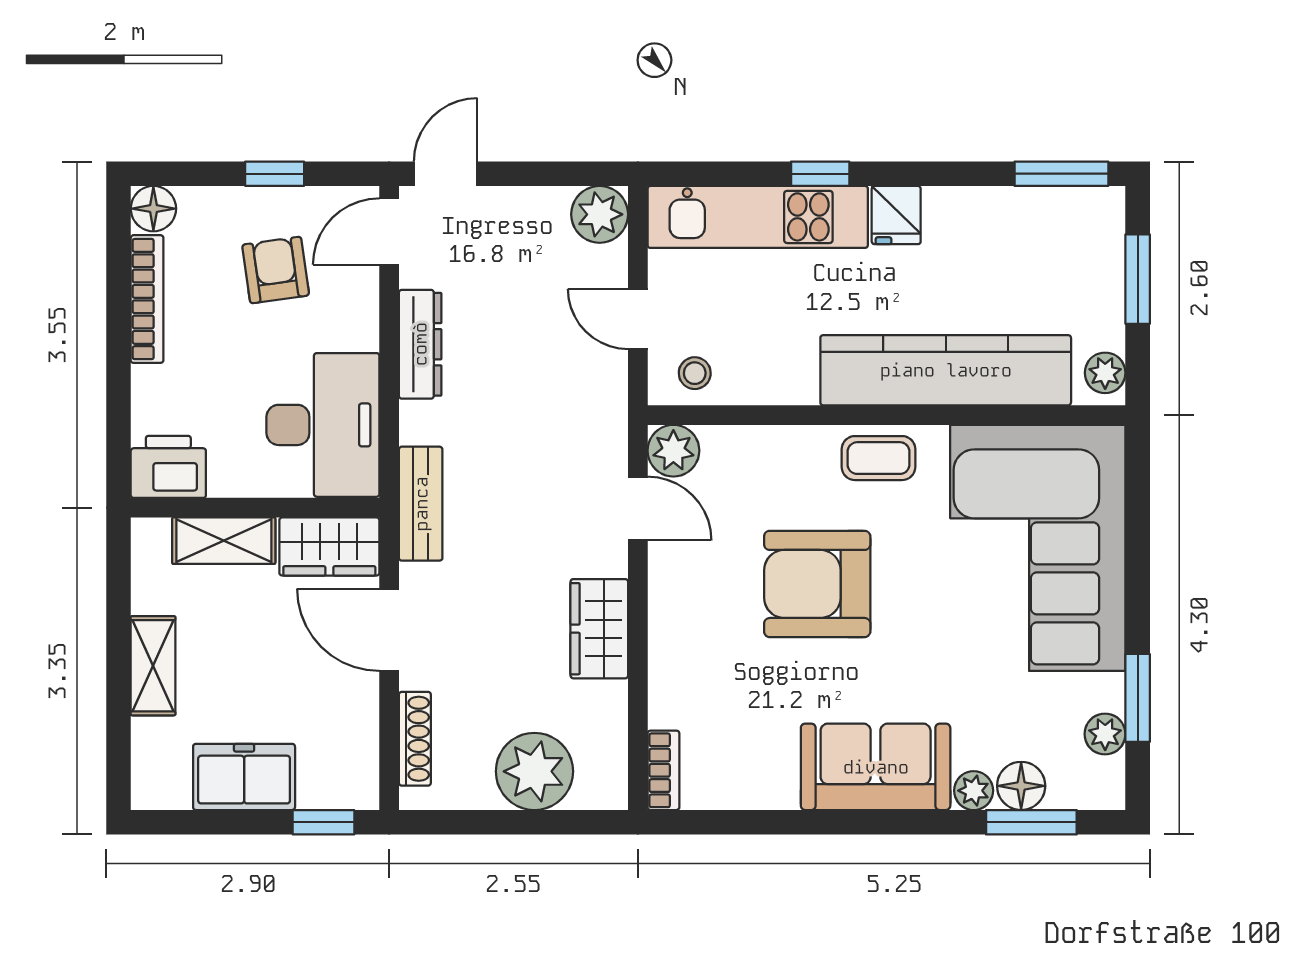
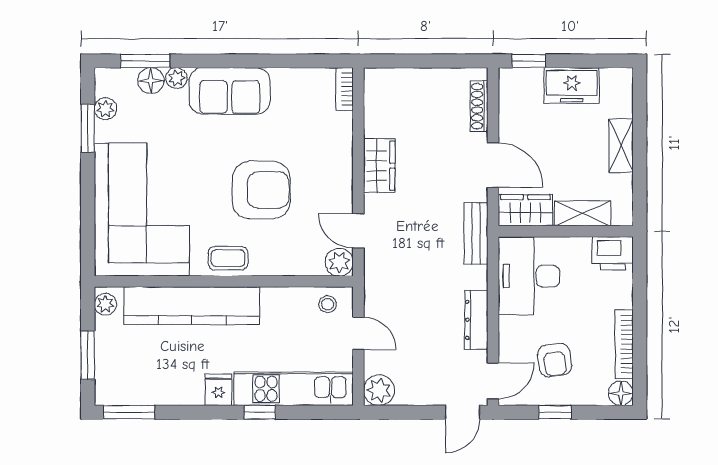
plant: (534, 771) -> (414, 88), removed

